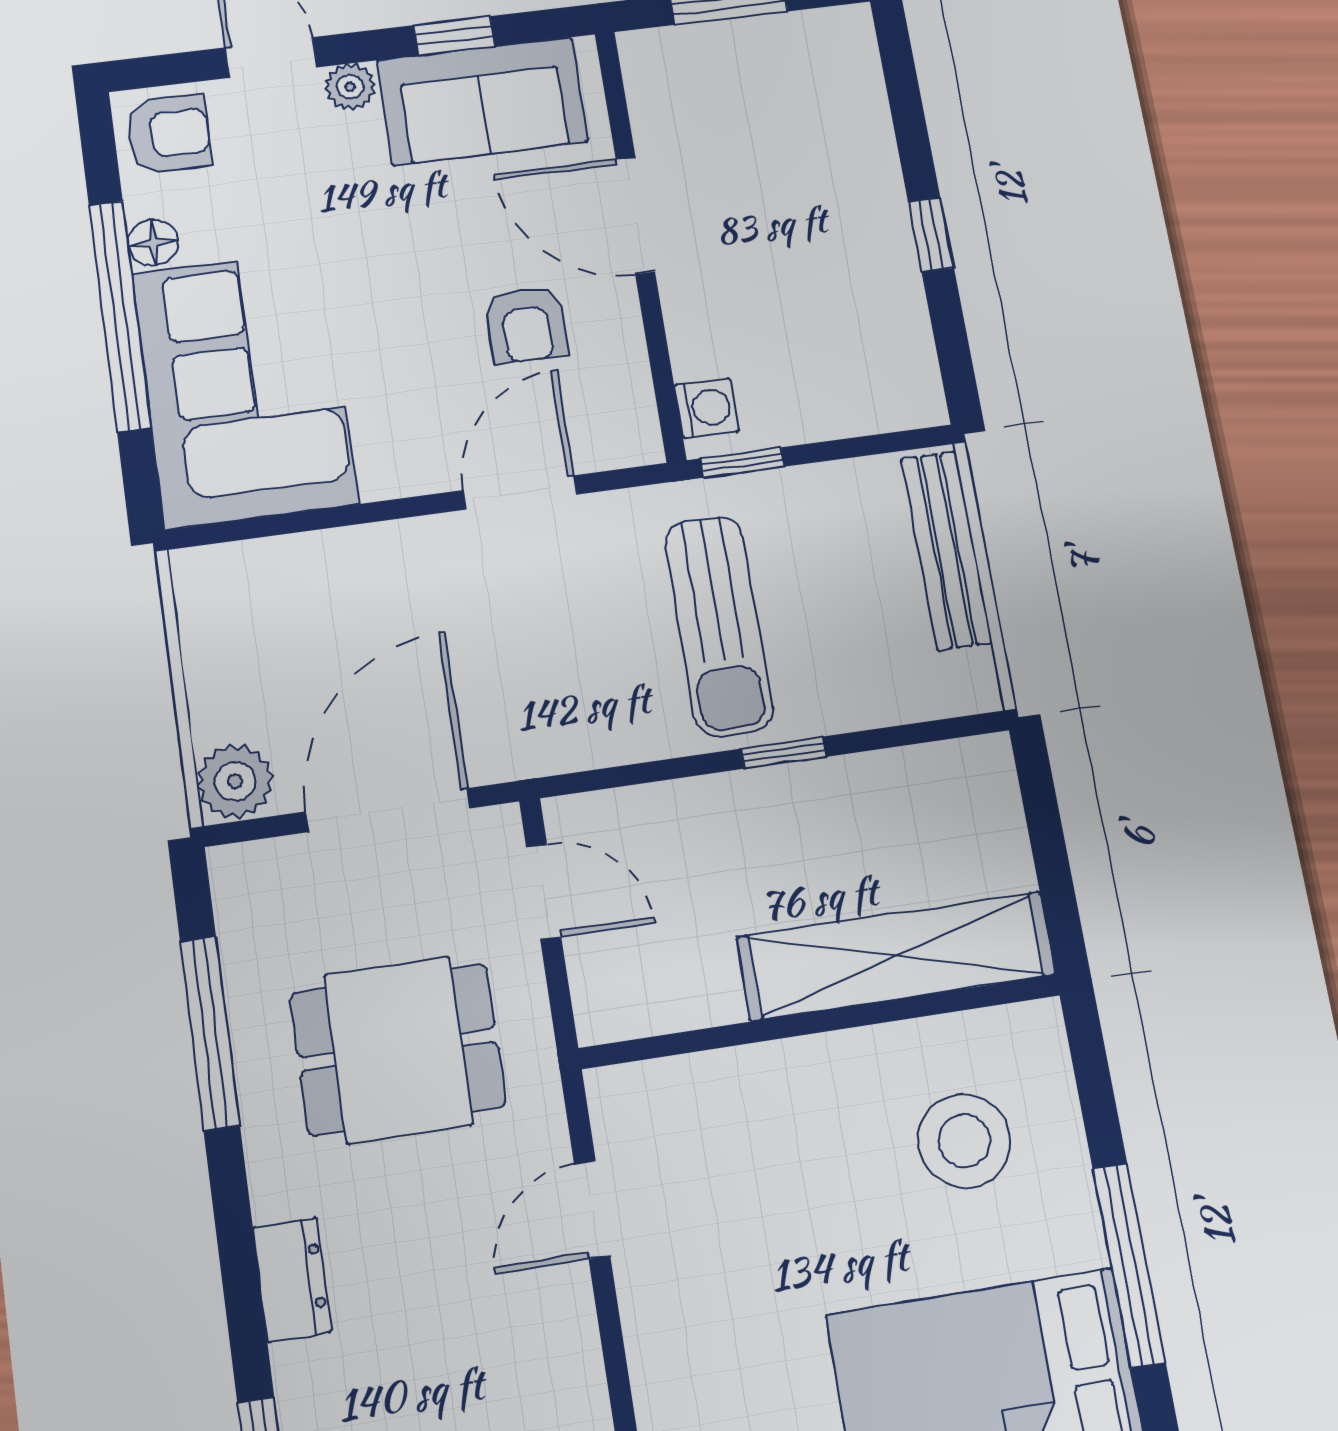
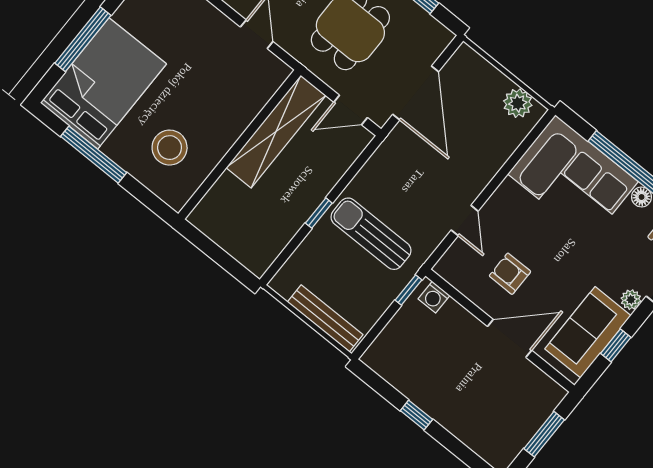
door: (520, 492) -> (465, 221), width x0.73
plant: (235, 781) -> (518, 103), moved
shelving: (896, 956) -> (276, 132), moved

